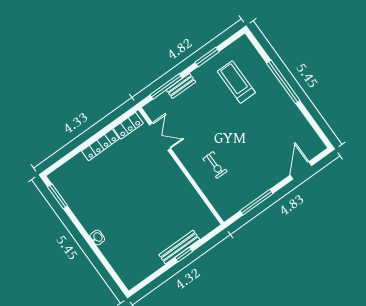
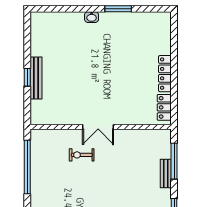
double door: (160, 137) -> (98, 127), moved
window: (58, 196) -> (118, 9), moved
window: (257, 202) -> (27, 167), width x1.46

